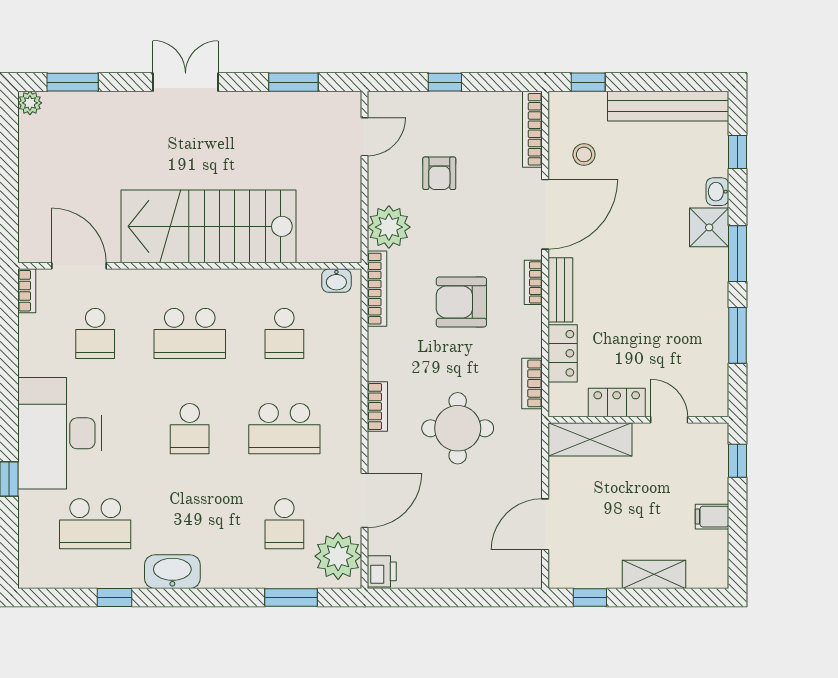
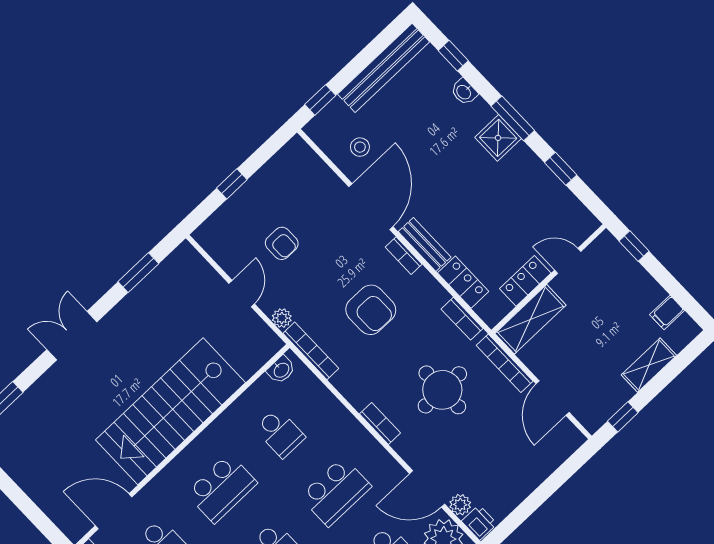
bookcase: (532, 129) -> (505, 363), moved
door: (364, 137) -> (242, 294), moved
plant: (389, 227) -> (282, 318), width x0.53, depth x0.53
shower: (709, 227) -> (498, 138), moved
armchair: (461, 302) -> (371, 310), turned -90
window: (738, 335) -> (561, 169), width x0.67
door: (364, 500) -> (427, 489), swing flipped
filing cabinet: (712, 517) -> (667, 312), moved
plant: (380, 541) -> (460, 505), added

